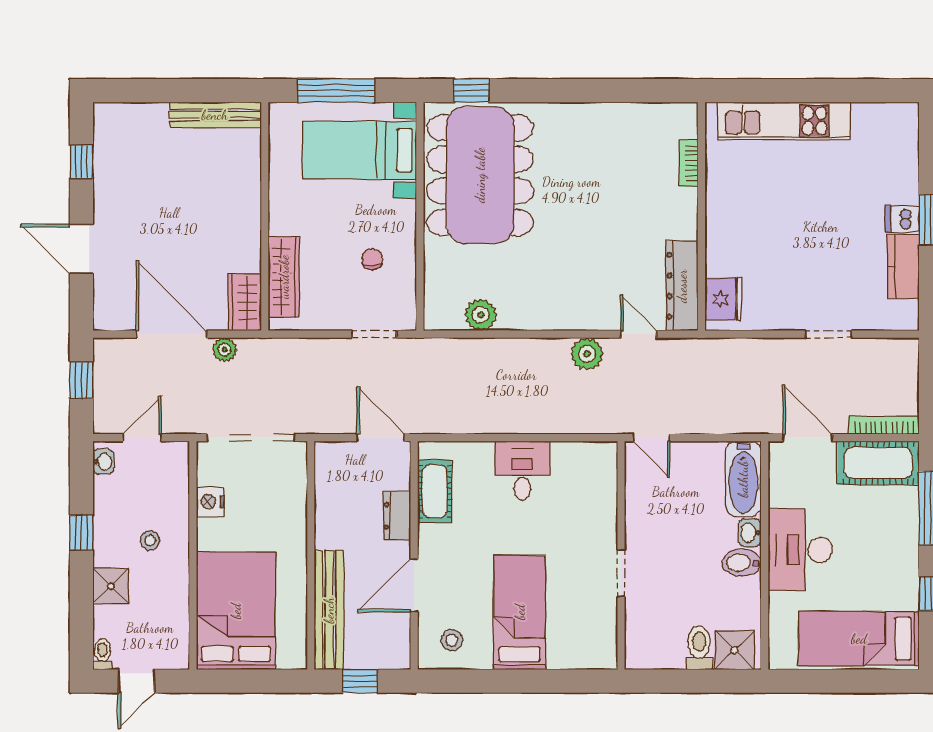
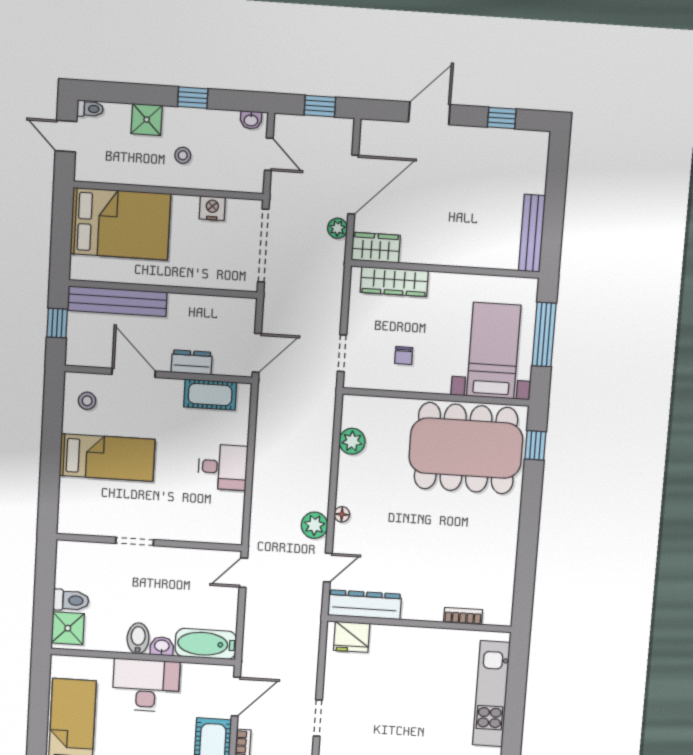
chair: (372, 259) -> (404, 355), turned 90
floor lamp: (571, 321) -> (342, 514), added

